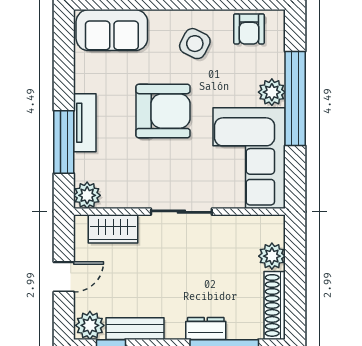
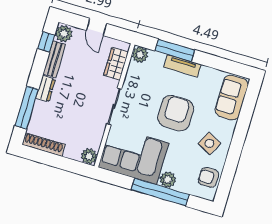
armchair: (163, 111) -> (176, 113), turned 180
plant: (272, 256) -> (89, 156), moved
dresser: (206, 328) -> (46, 89), moved

